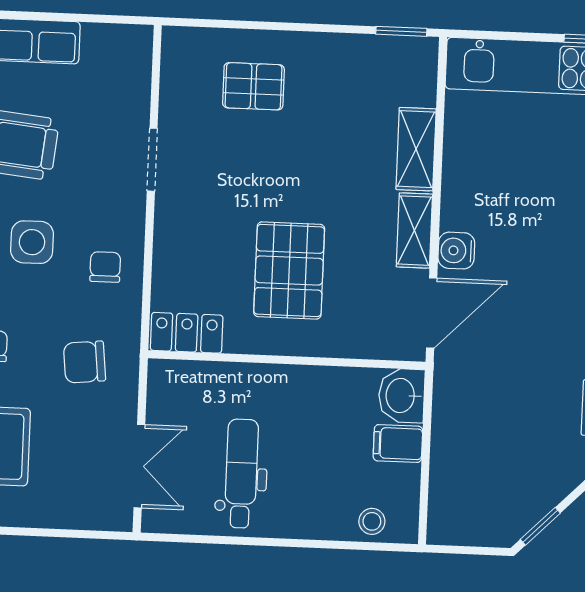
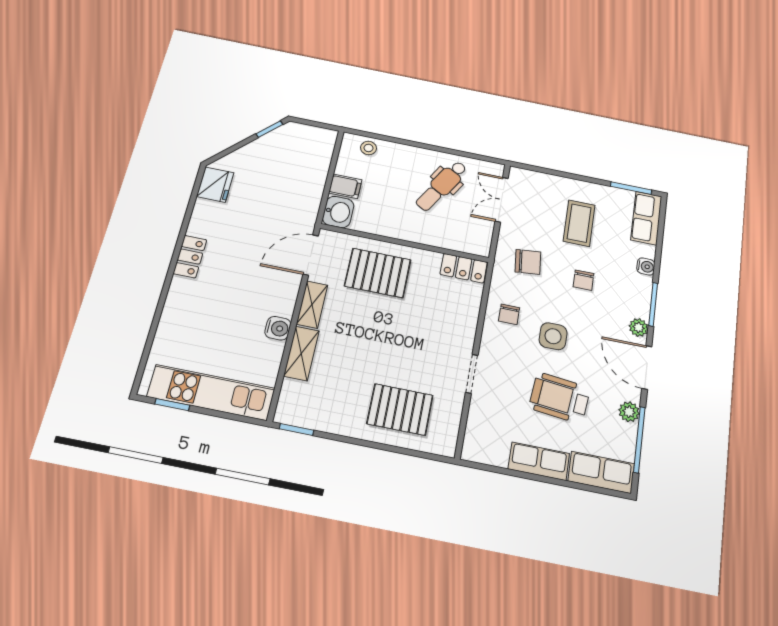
pallet: (253, 86) -> (400, 409), width x1.50, depth x1.42
water cooler: (456, 251) -> (278, 328), moved
pallet: (289, 270) -> (378, 273), moved, turned 90
dental chair: (241, 474) -> (442, 186), turned 30

